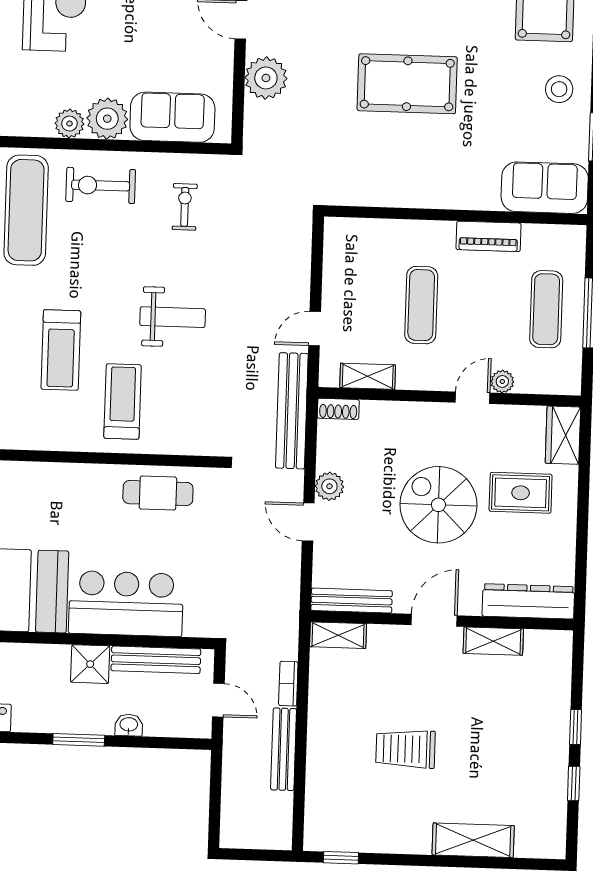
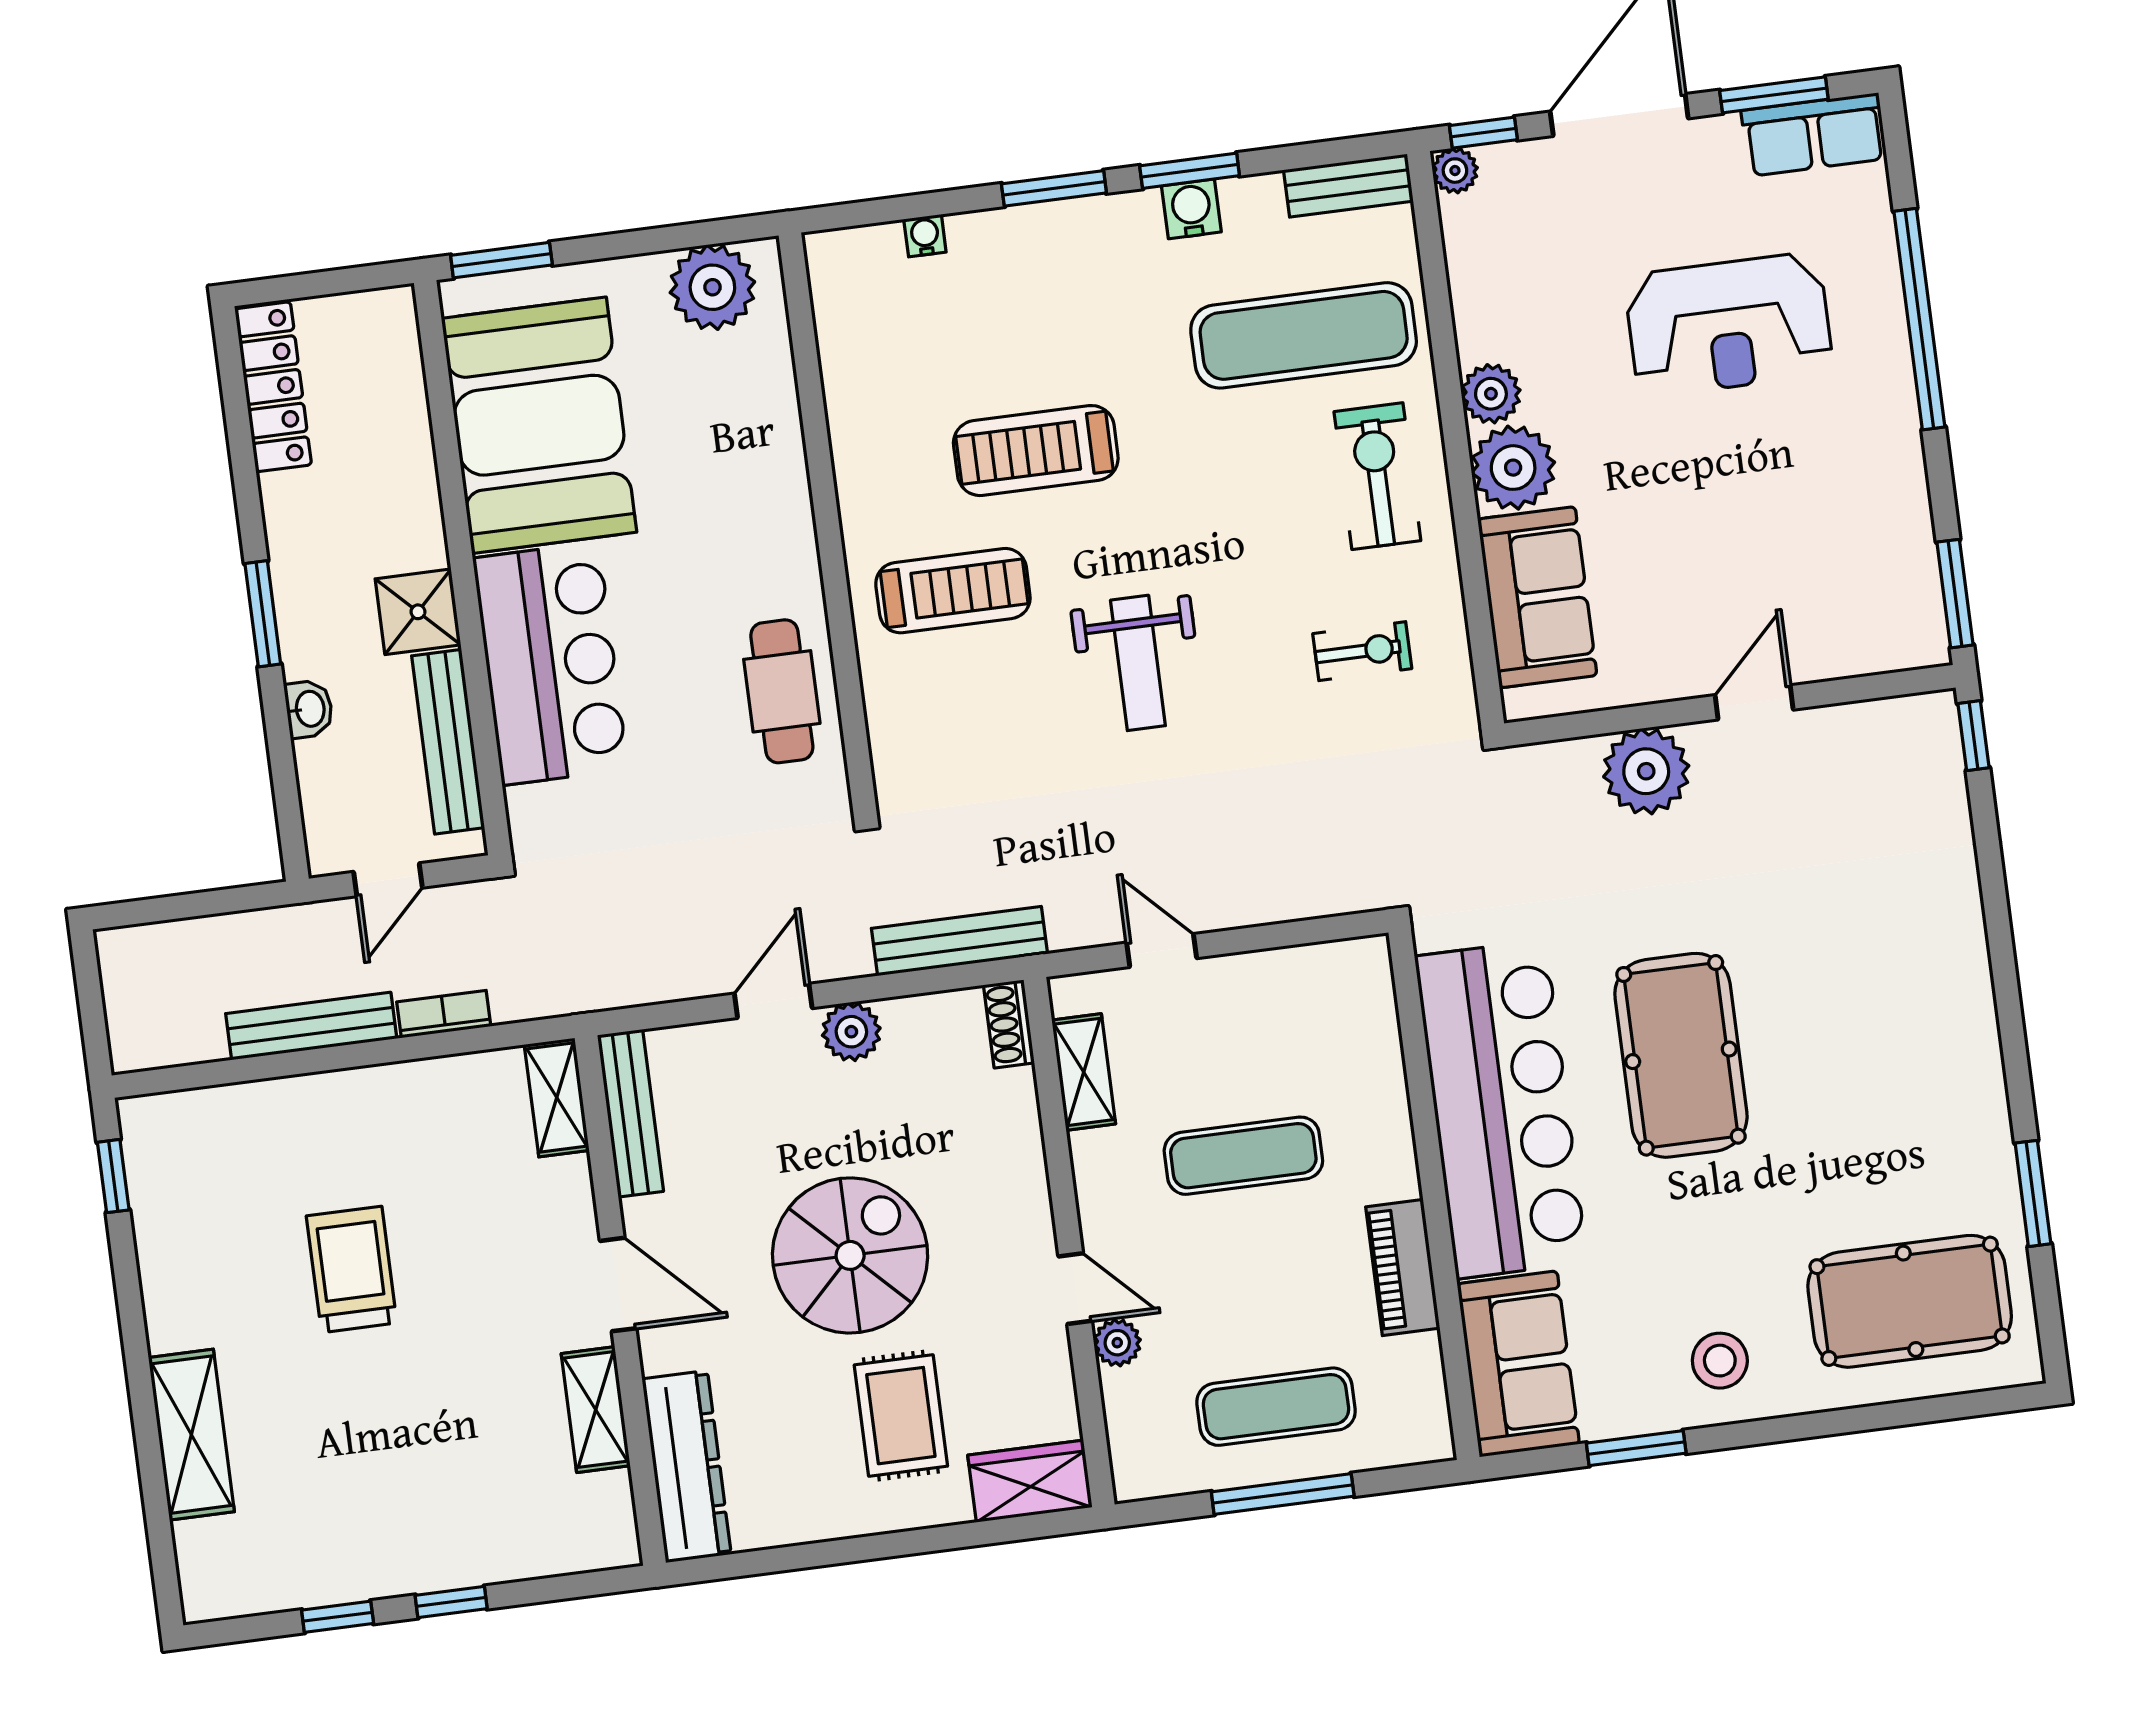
bar counter: (419, 176) -> (1501, 1109), added
bench: (292, 411) -> (959, 941), width x0.73, depth x0.82

